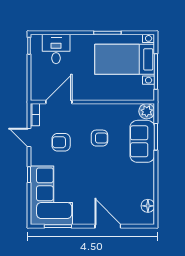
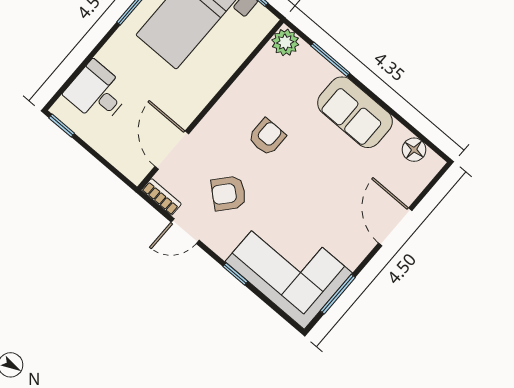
sofa: (142, 141) -> (355, 112), moved
armchair: (61, 142) -> (229, 193), turned 41
door: (108, 226) -> (395, 227), hinge flipped

